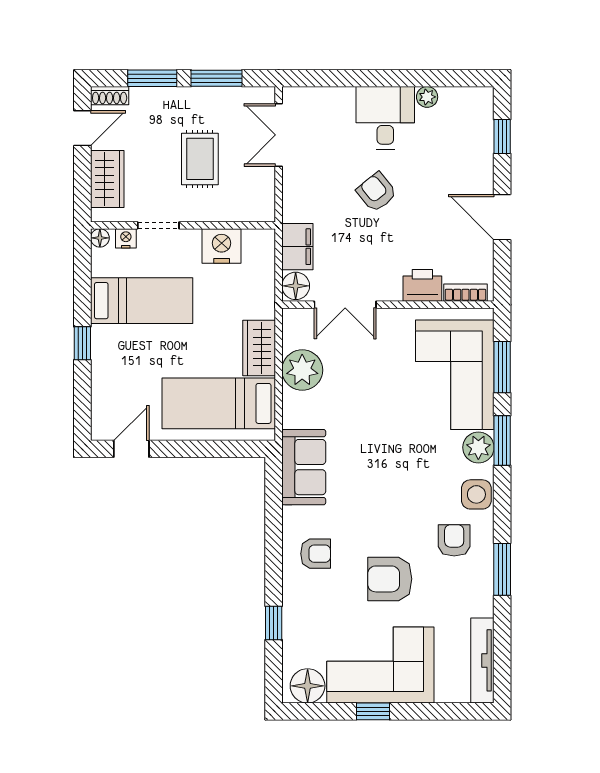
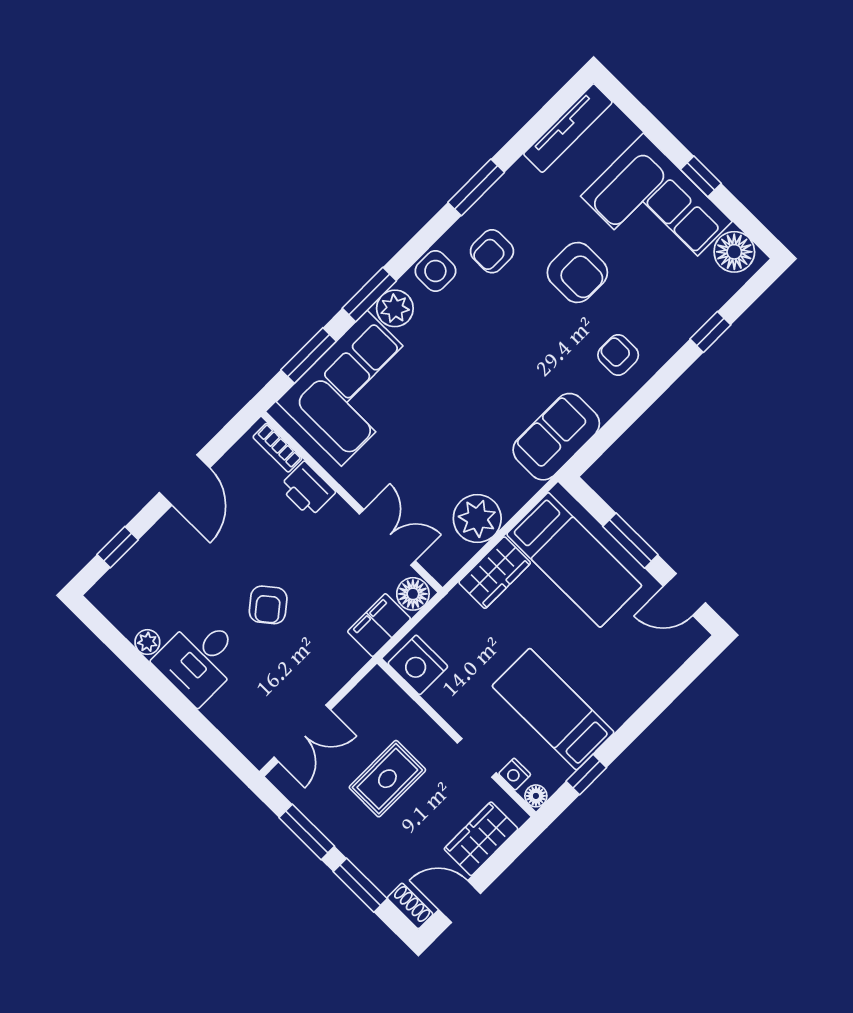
nightstand: (222, 246) -> (418, 665), moved
window: (82, 343) -> (586, 774), moved
window: (197, 449) -> (630, 541), added

